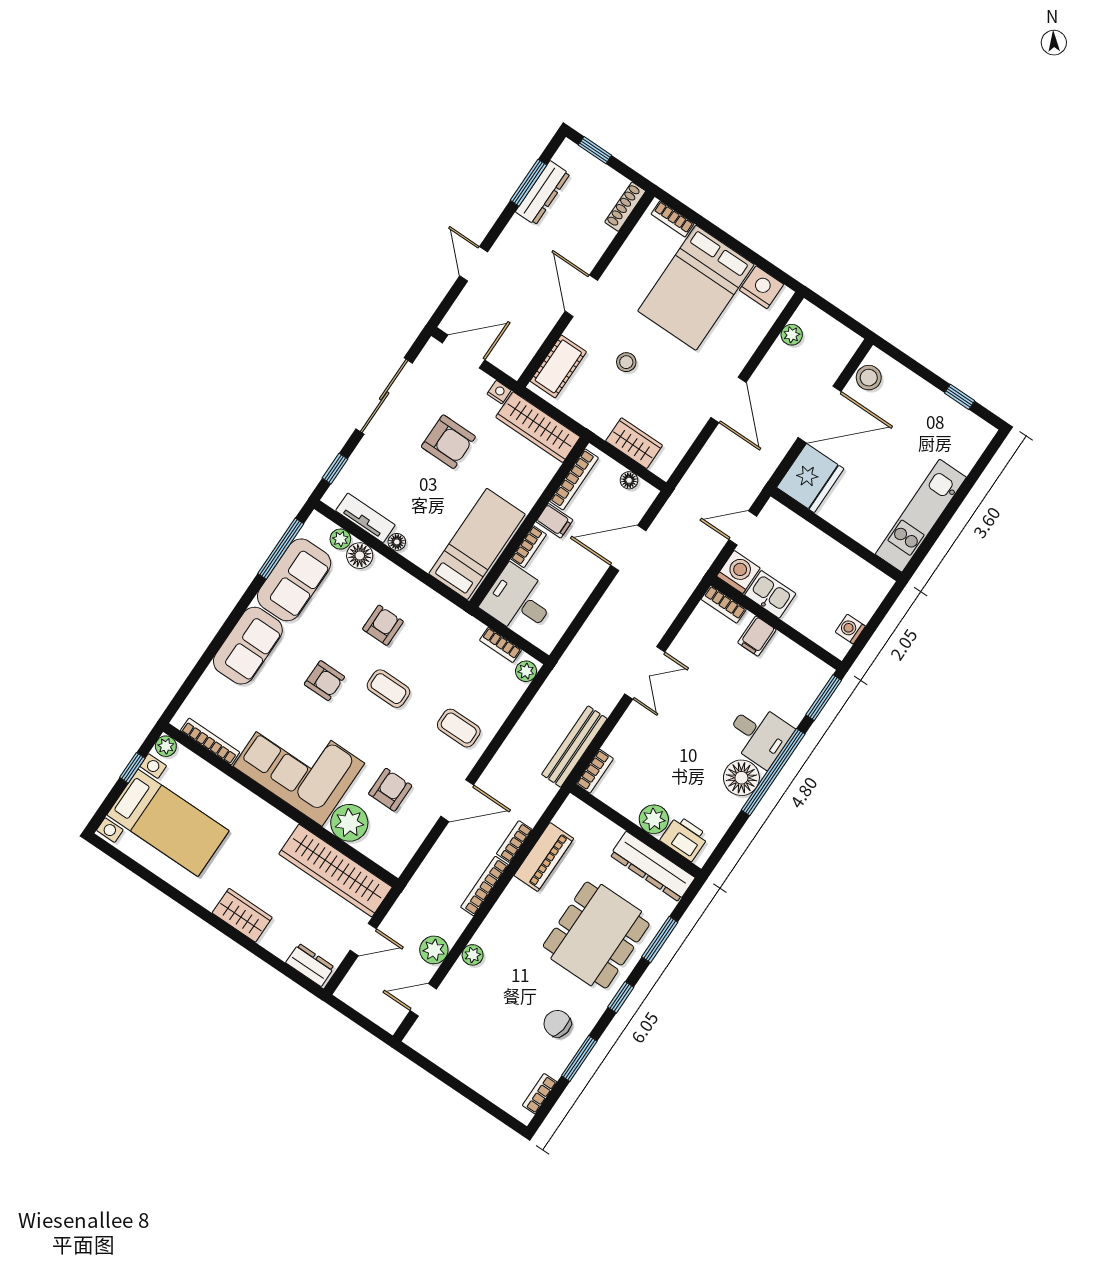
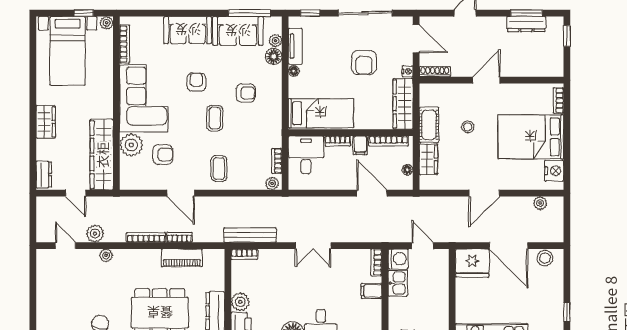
shoe rack: (625, 207) -> (435, 72), moved
cot: (558, 366) -> (429, 125), moved, turned 90
armchair: (324, 681) -> (196, 82), turned 180

